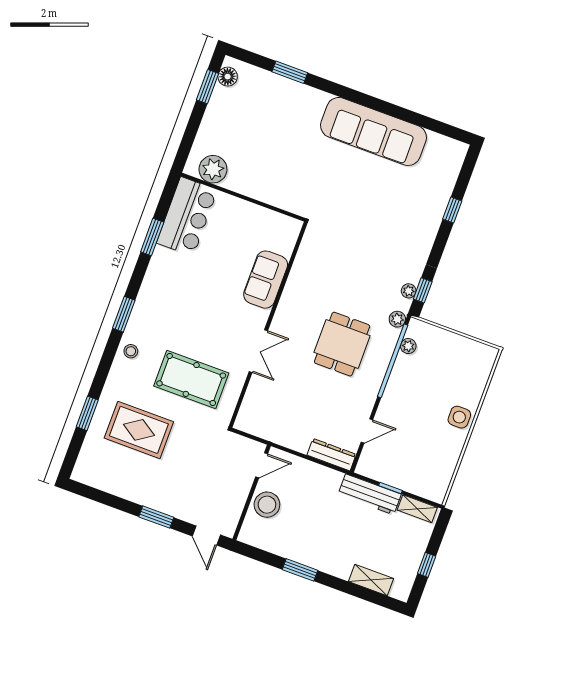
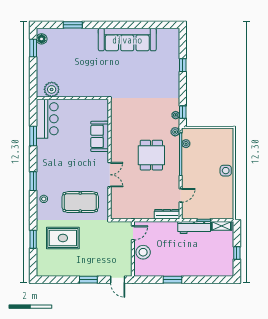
shelving: (371, 580) -> (211, 271), removed

